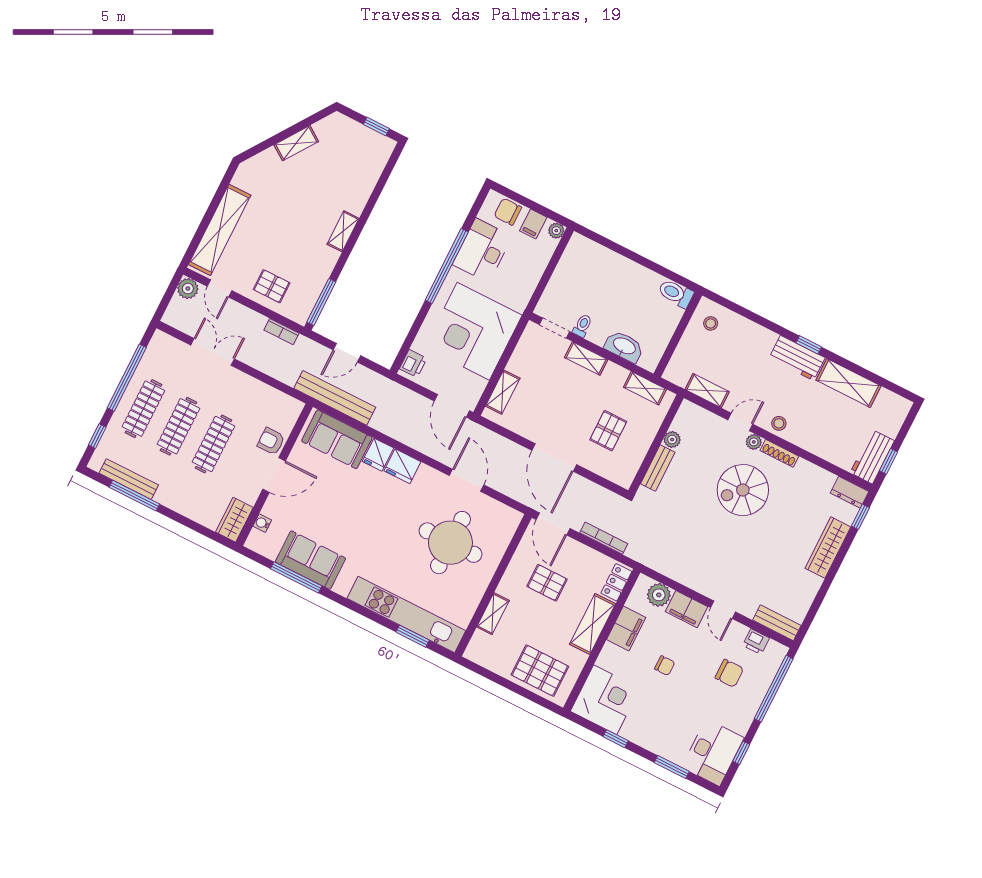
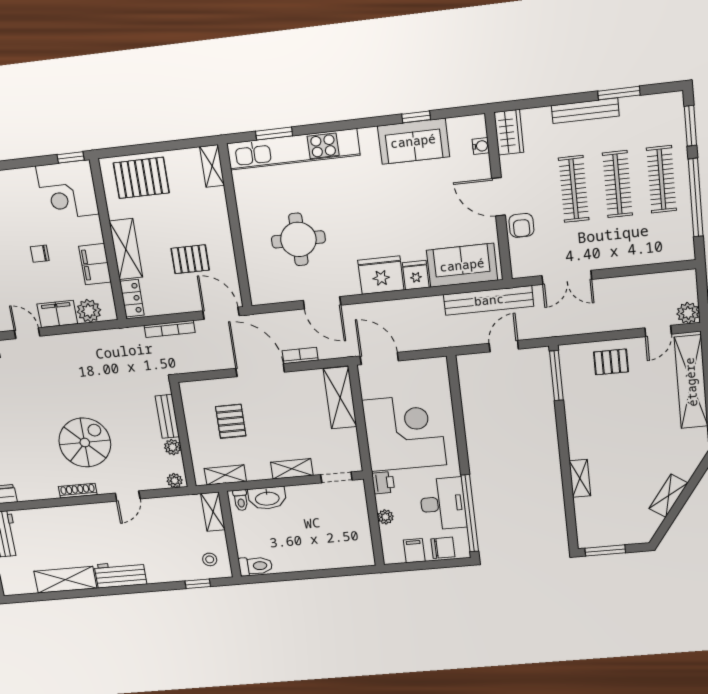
window: (376, 126) -> (605, 550), width x1.50
shelving: (343, 231) -> (580, 478), moved
plant: (556, 231) -> (385, 517), moved
window: (447, 266) -> (470, 513), moved
door: (220, 288) -> (658, 331), swing flipped
toilet: (582, 326) -> (241, 500), moved
bookcase: (281, 332) -> (300, 356), moved
window: (809, 345) -> (198, 584), moved
double door: (213, 352) -> (567, 277), moved
printer: (413, 363) -> (383, 483), moved, turned 180
shelving: (707, 391) -> (213, 512), moved, turned 90
shelving: (503, 392) -> (340, 398), width x1.50, depth x1.33
stool: (779, 423) -> (96, 514), removed
window: (97, 436) -> (690, 126), width x1.50
armchair: (271, 441) -> (521, 225), turned 90
plant: (754, 442) -> (175, 481), moved
fridge: (402, 466) -> (381, 275), width x1.36, depth x1.34
door: (274, 475) -> (499, 197), hinge flipped
bench: (129, 479) -> (585, 111), moved
window: (134, 496) -> (619, 93), width x0.69
round table: (450, 543) -> (298, 239), width x0.73, depth x0.73
window: (296, 577) -> (416, 117), width x0.46
shelving: (493, 614) -> (212, 166), moved
window: (616, 739) -> (71, 157), moved

